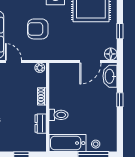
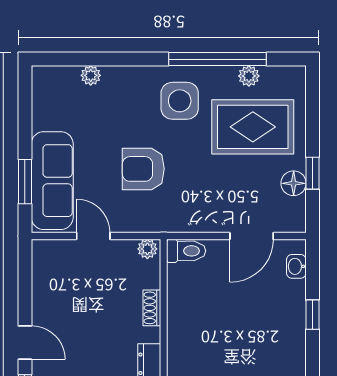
floor lamp: (111, 54) -> (294, 183), moved
washbasin: (110, 76) -> (296, 266), width x0.52, depth x0.69
toilet: (59, 115) -> (186, 251), moved

